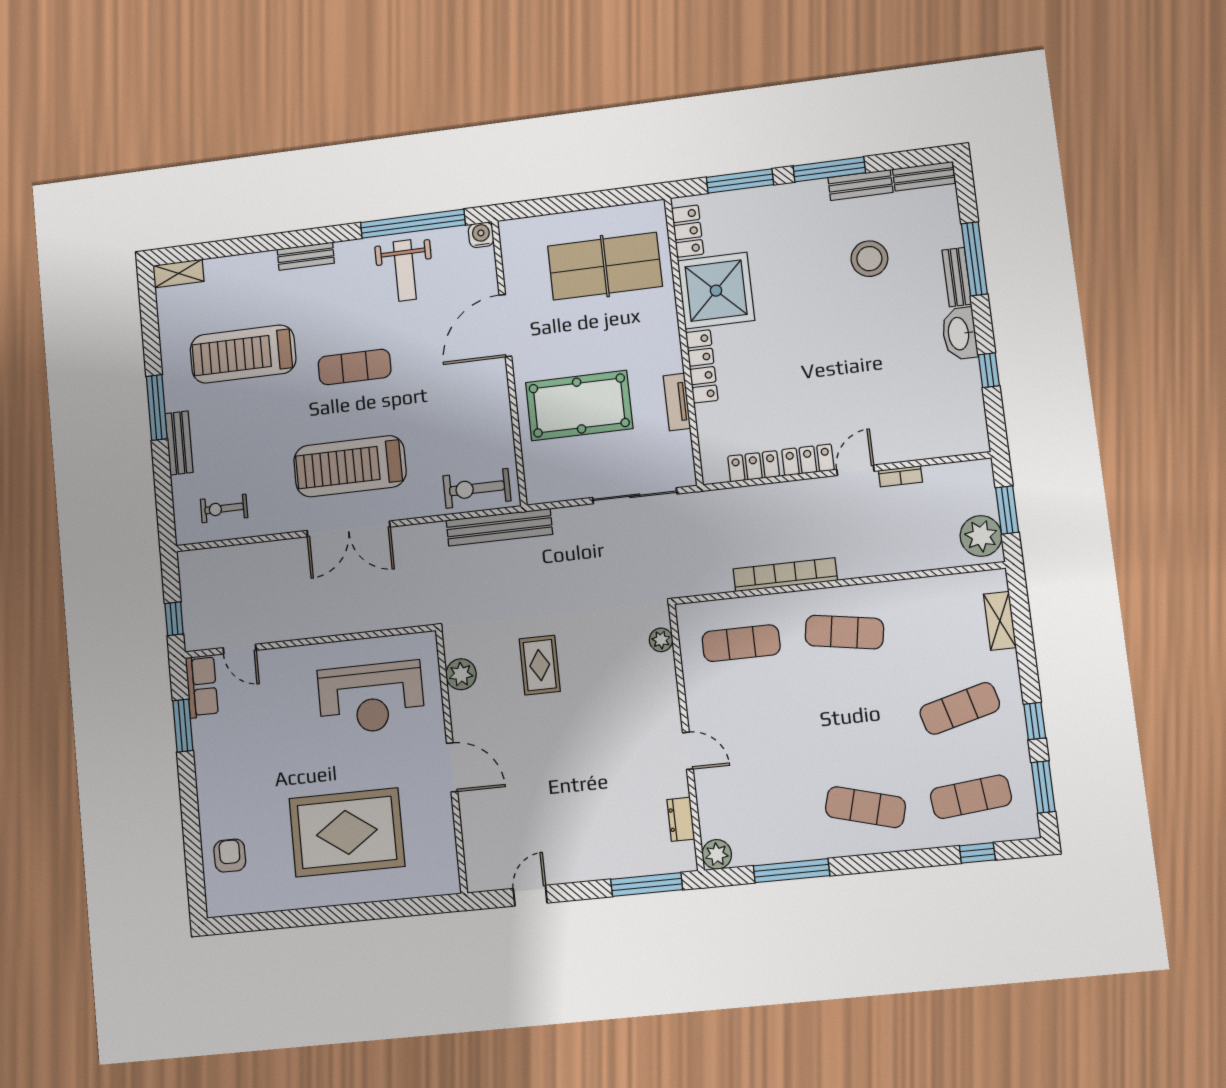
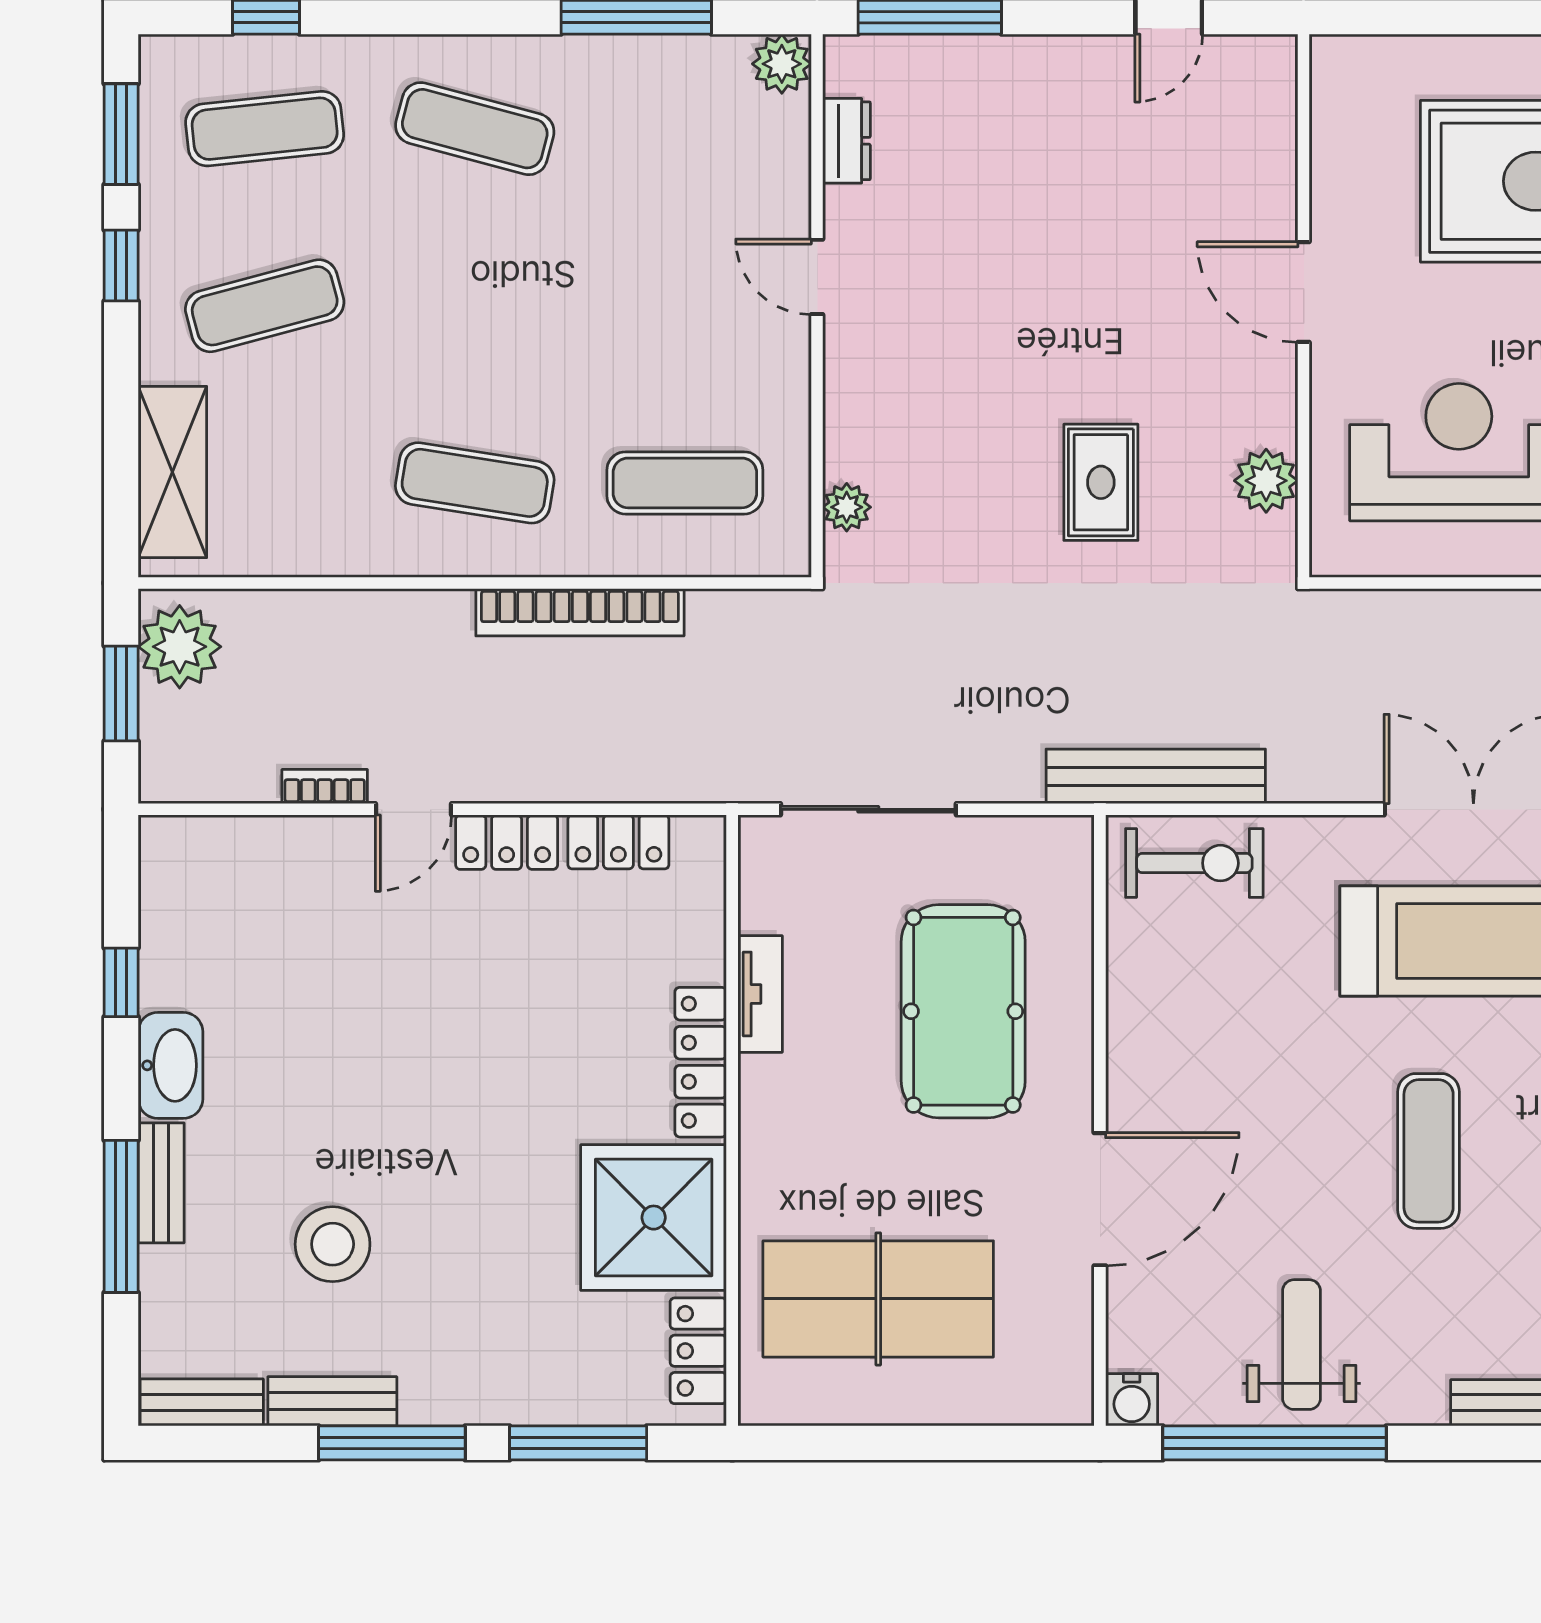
exercise mat: (355, 367) -> (1429, 1151), turned 90
pool table: (579, 406) -> (963, 1011), turned 90
shelving: (1000, 621) -> (172, 472), width x1.50, depth x1.33

